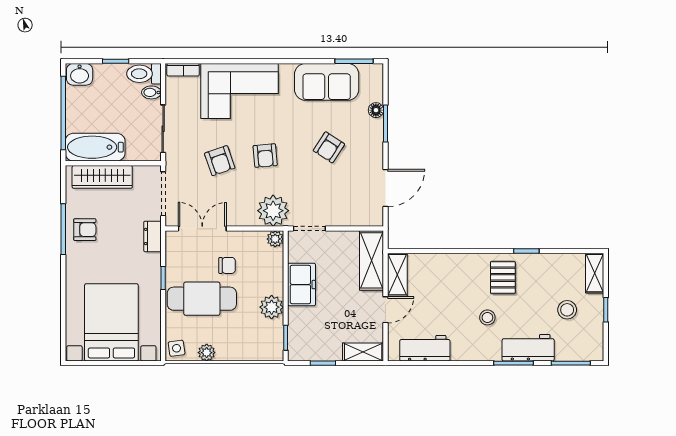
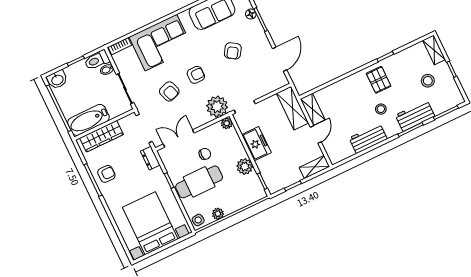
armchair: (265, 156) -> (196, 75), turned -85
workbench: (425, 348) -> (368, 138), moved

